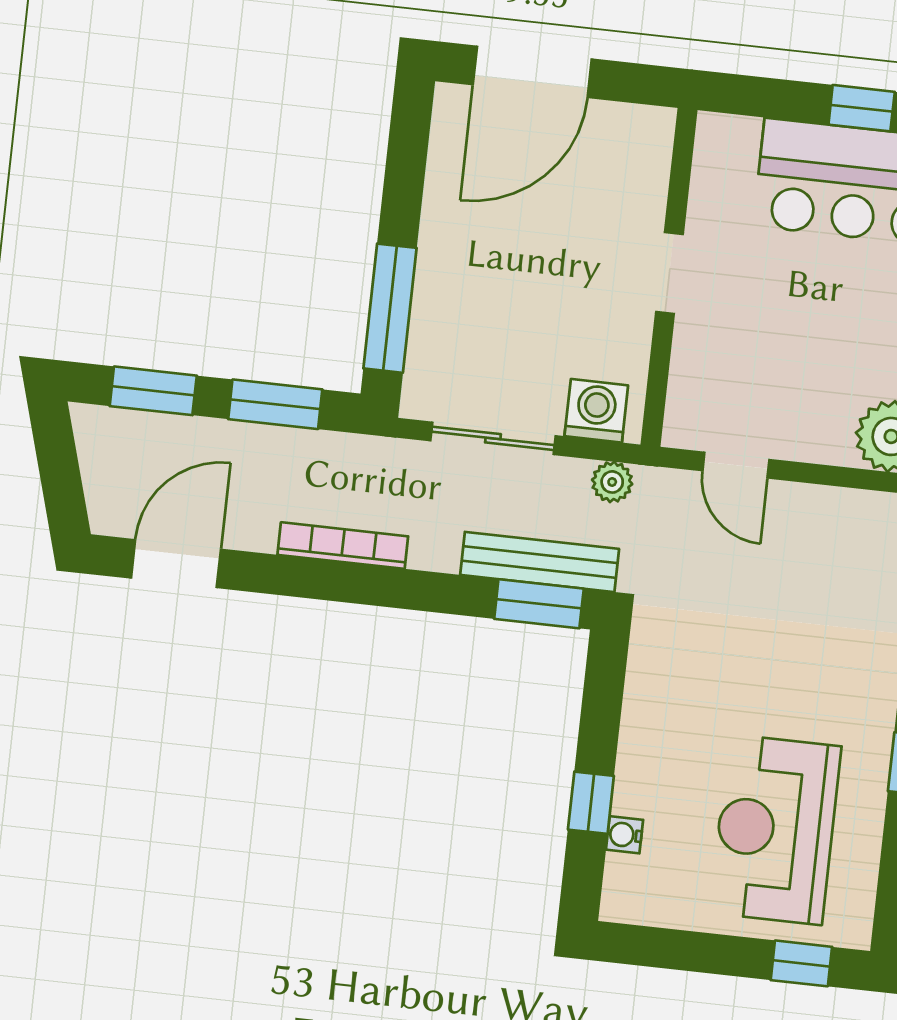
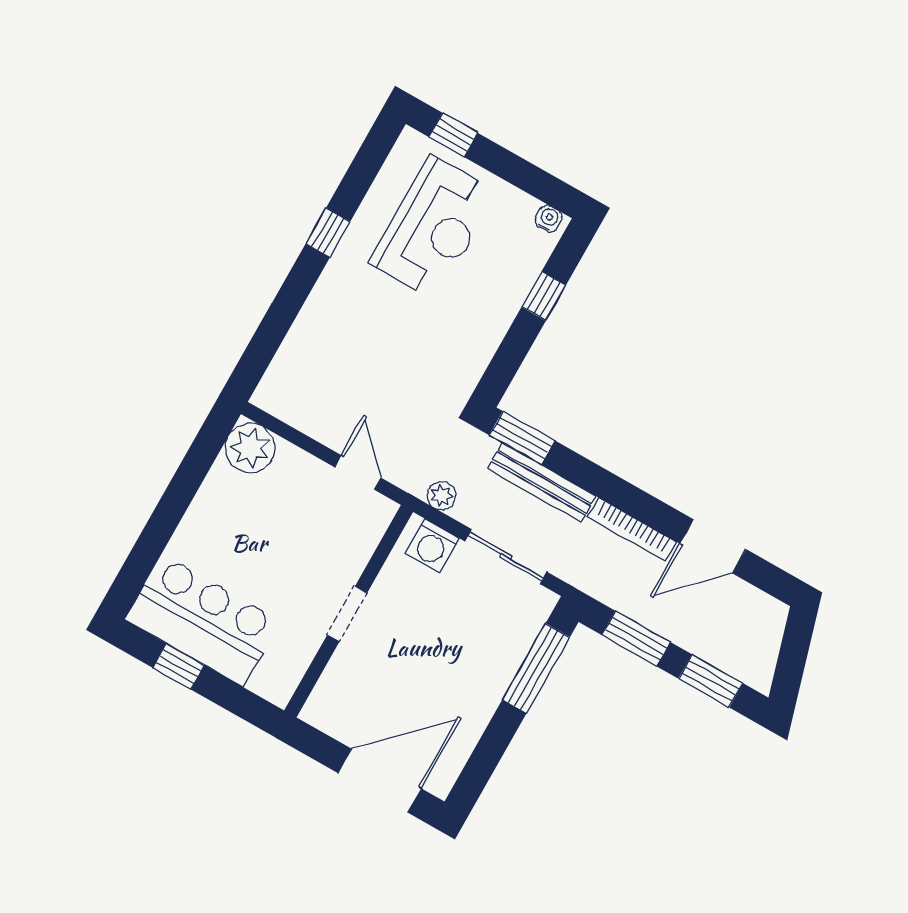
bench: (540, 562) -> (542, 482), moved
door: (176, 564) -> (713, 546), moved
water cooler: (624, 835) -> (549, 219), moved, turned -90

